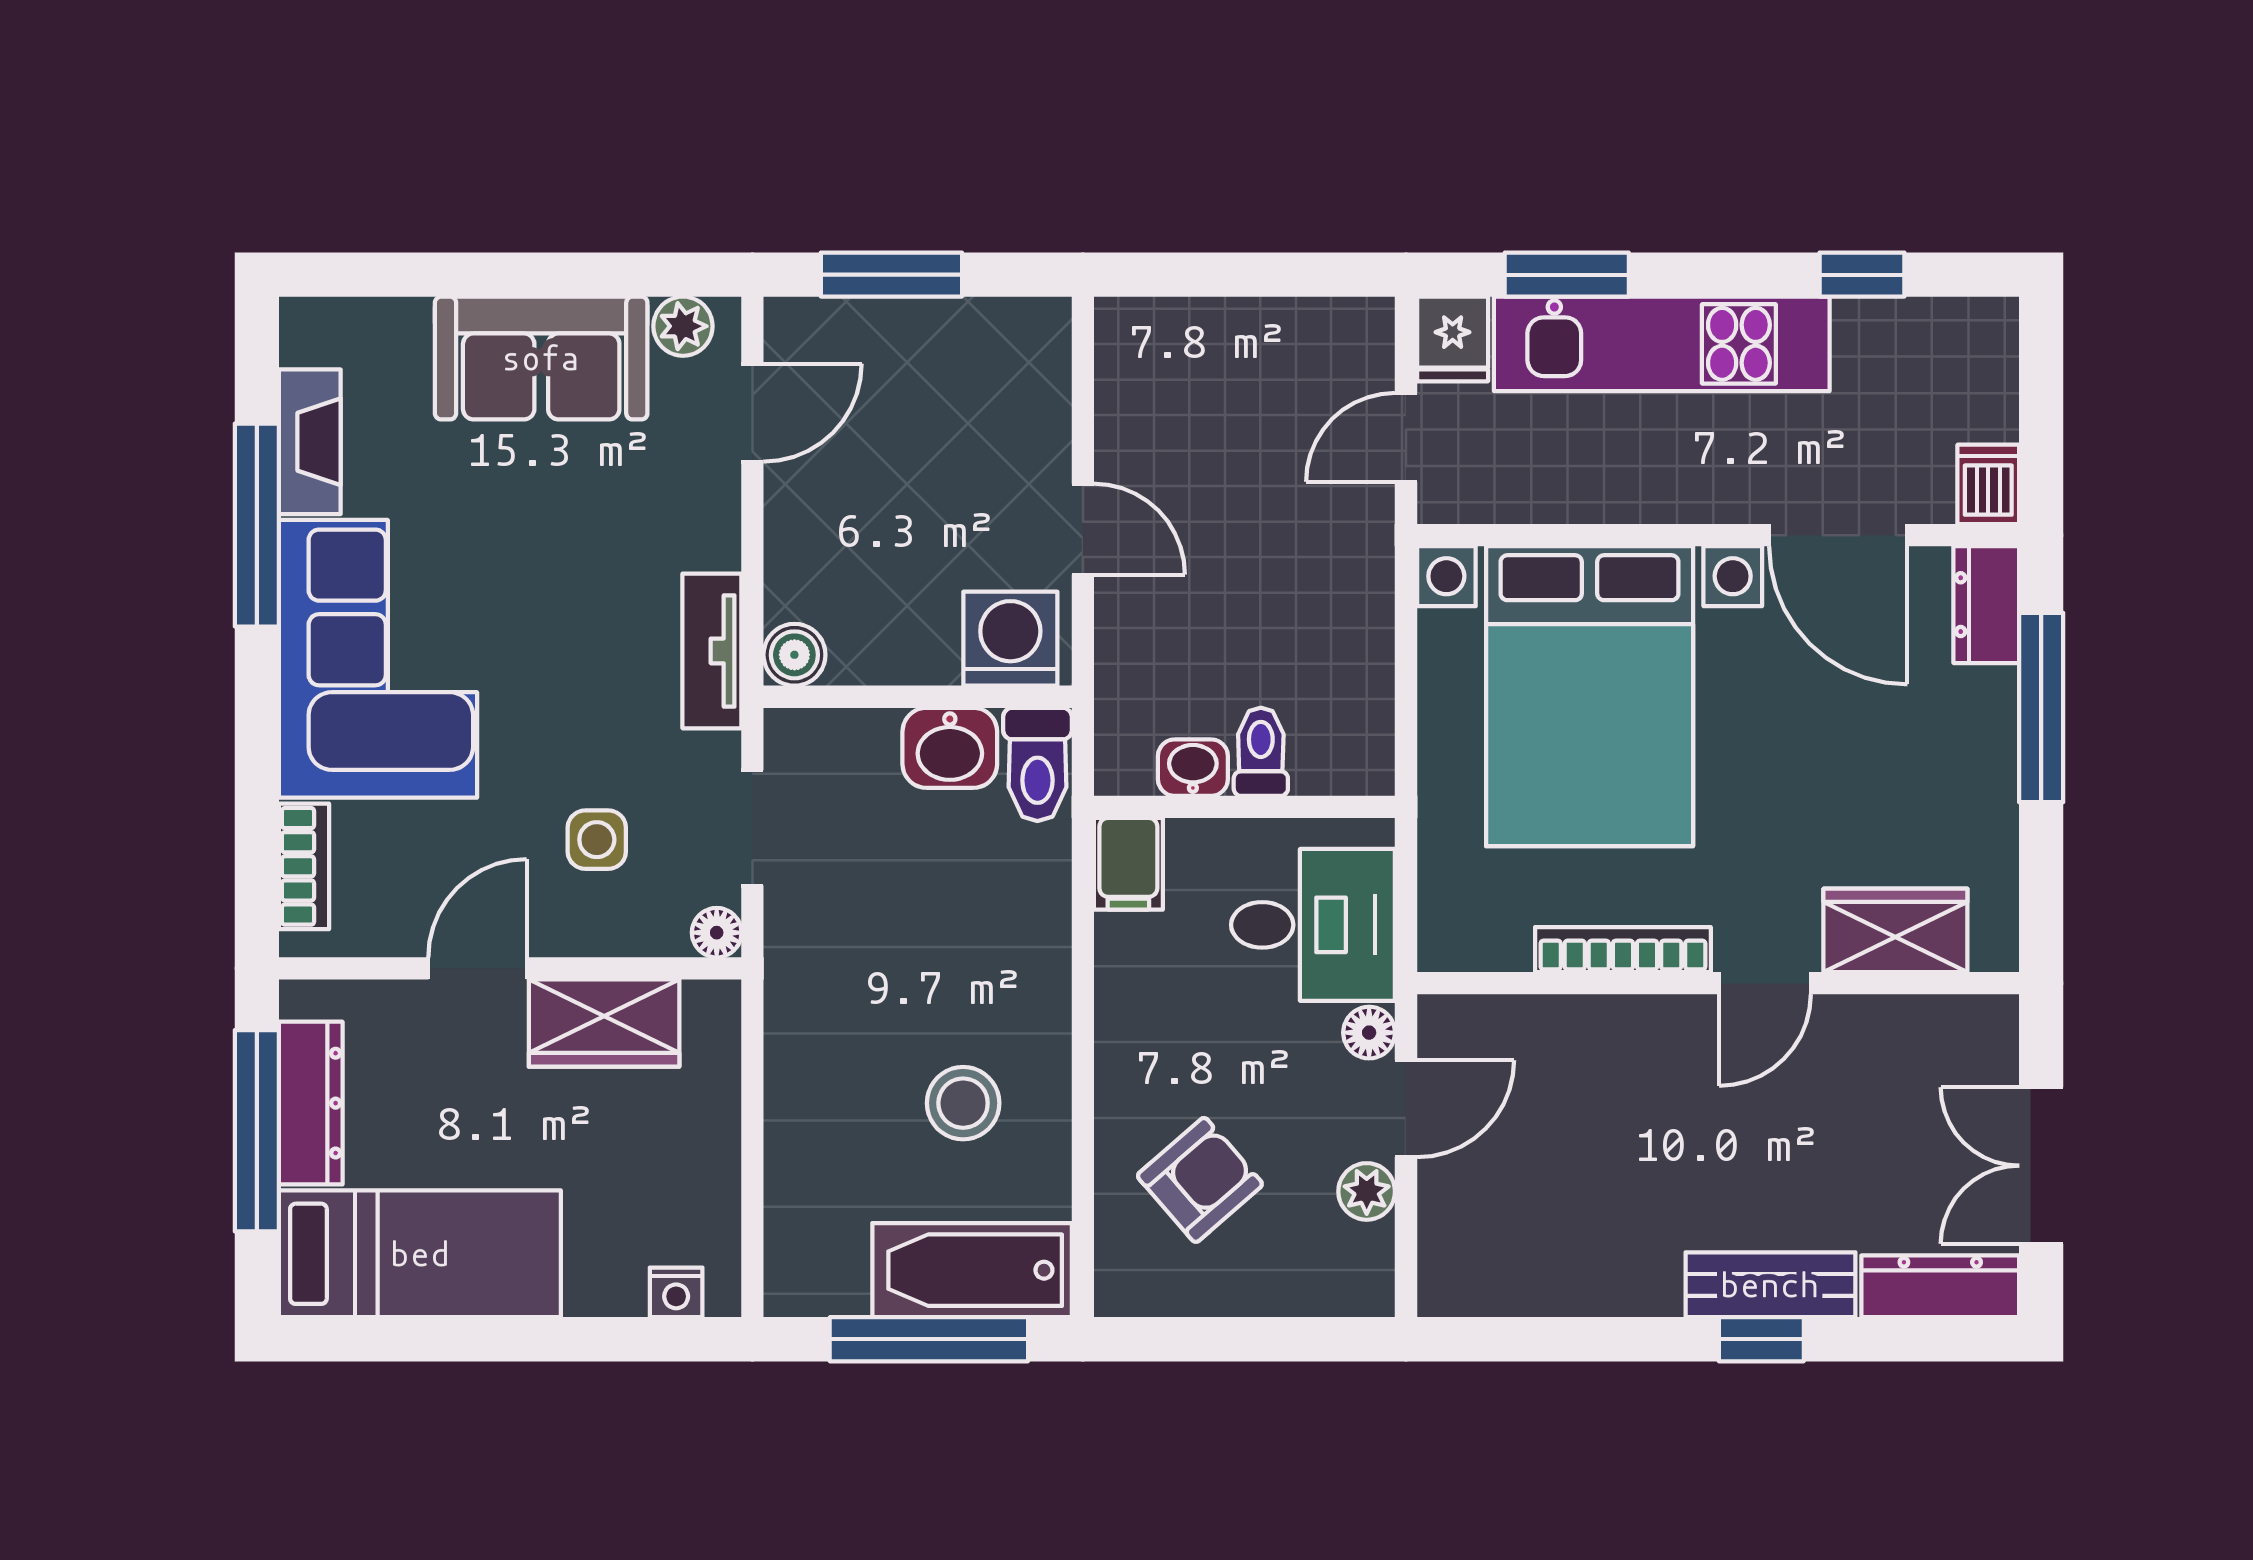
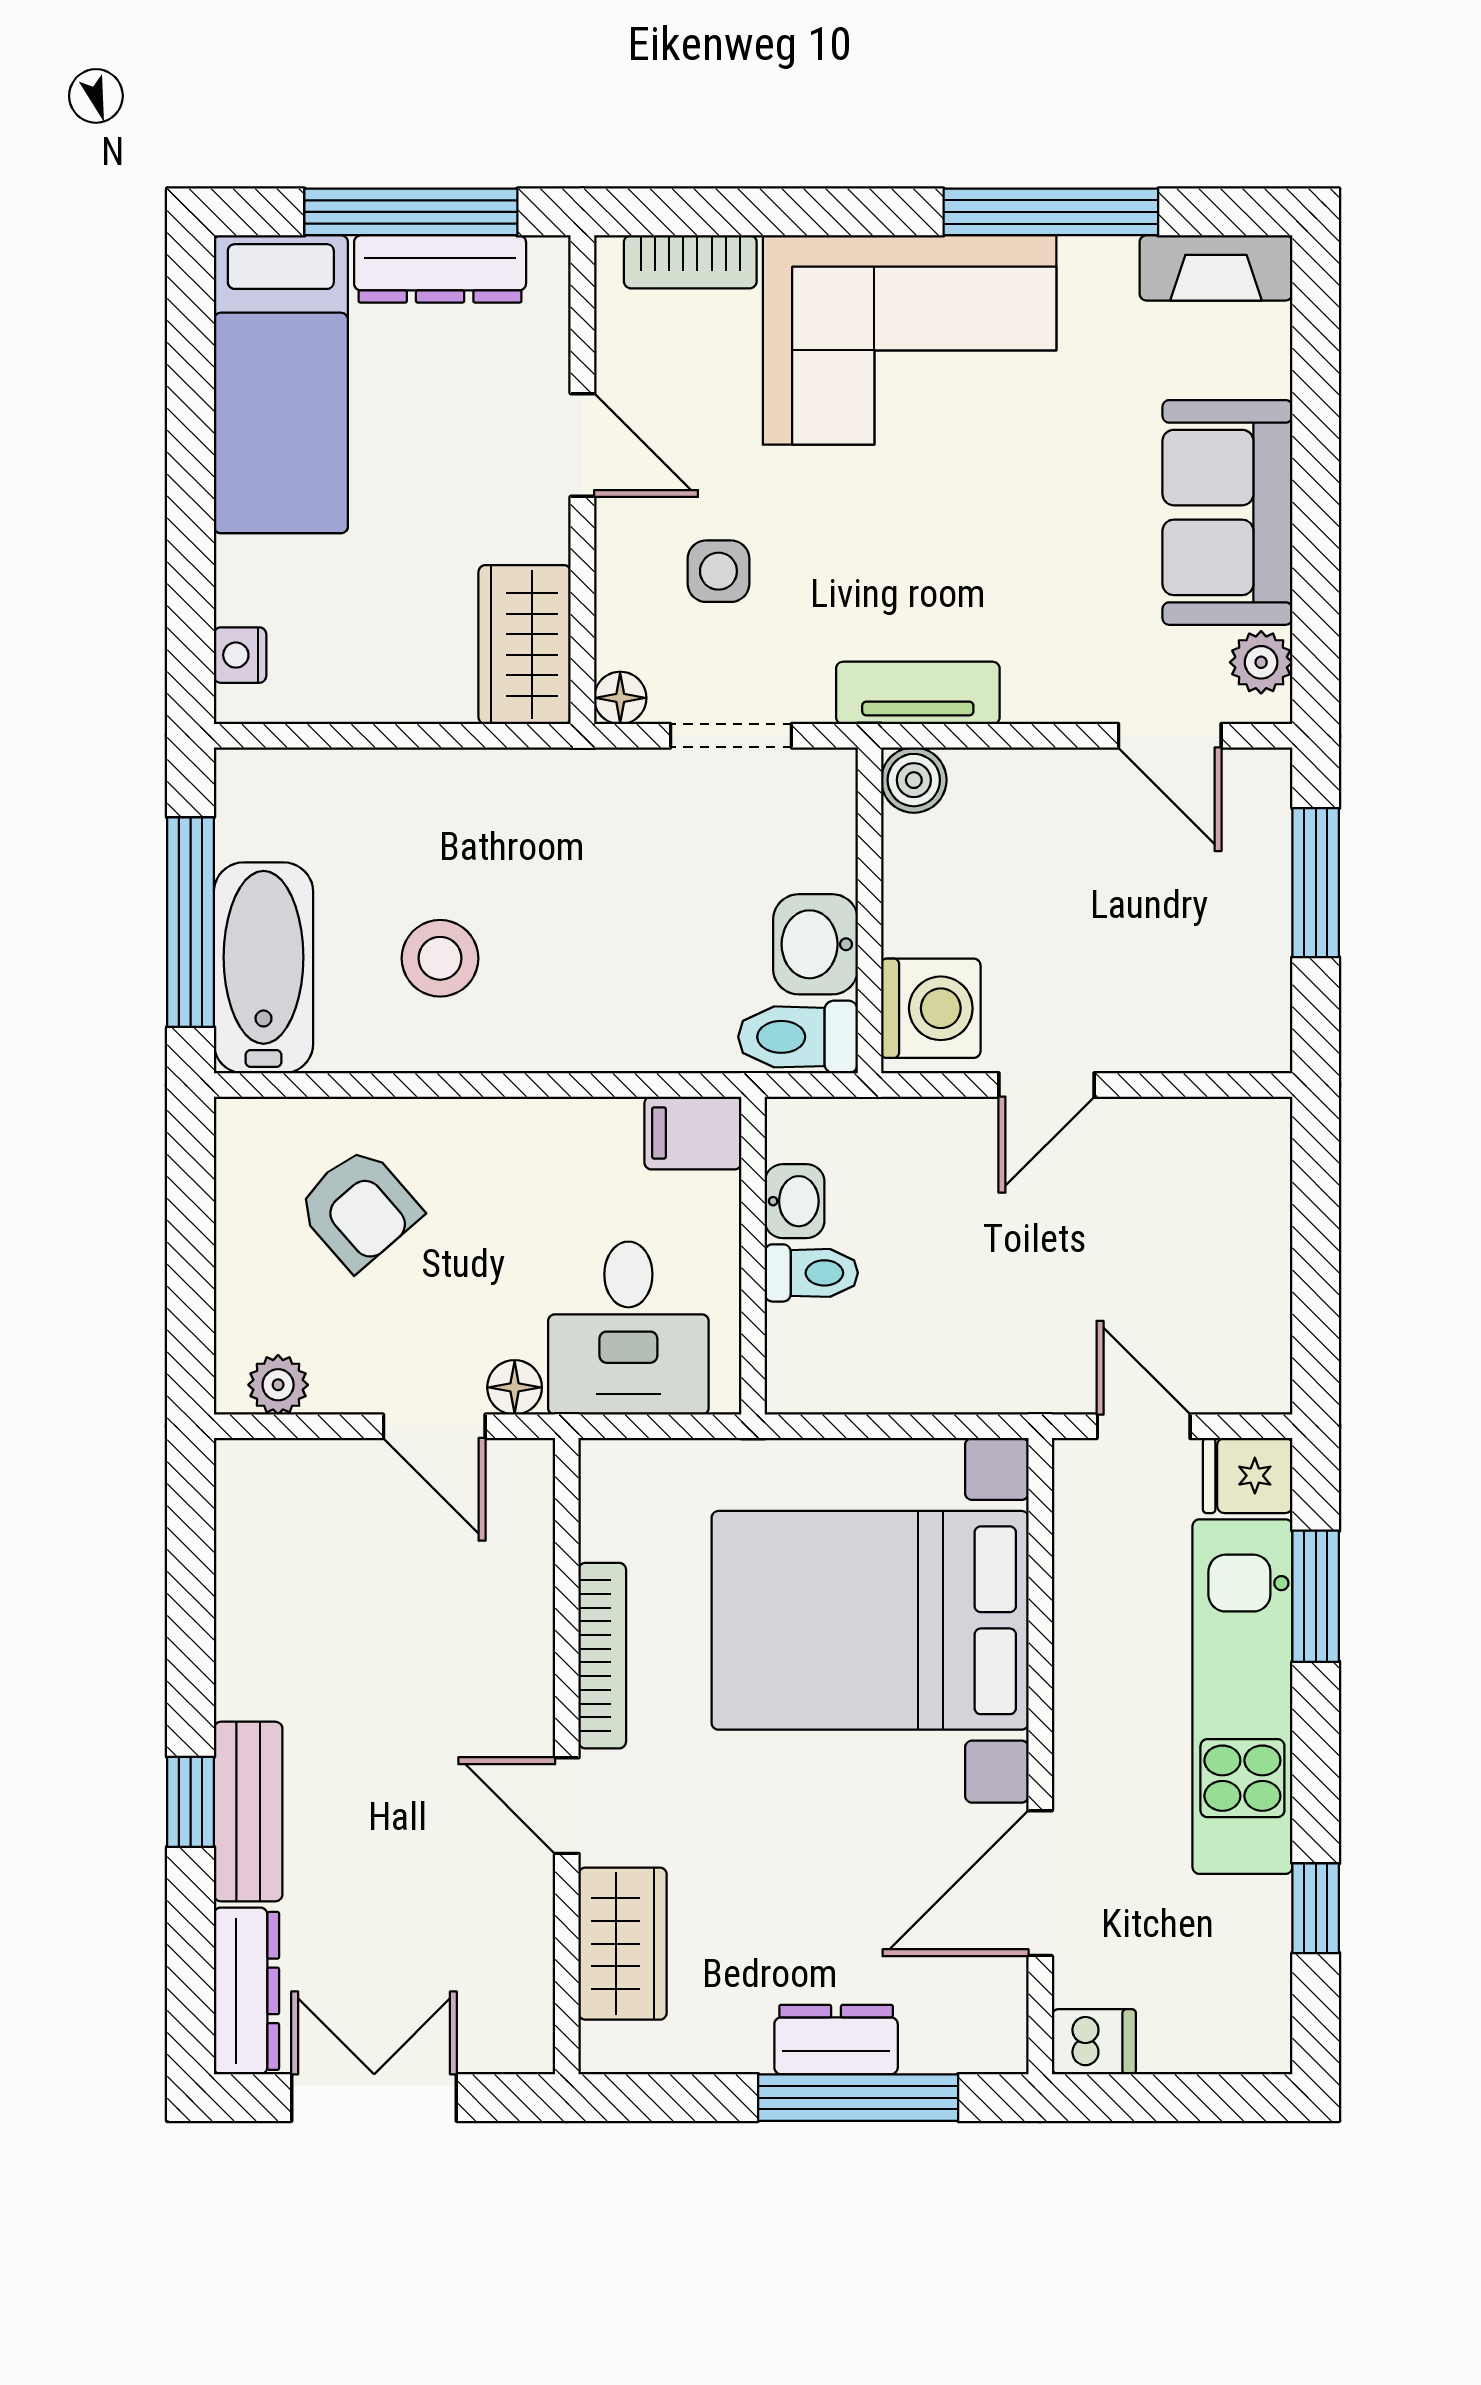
fireplace: (310, 442) -> (1216, 268), moved
dresser: (1986, 605) -> (836, 2040), moved
wardrobe: (604, 1023) -> (525, 645), moved
plant: (1367, 1191) -> (278, 1385), moved

